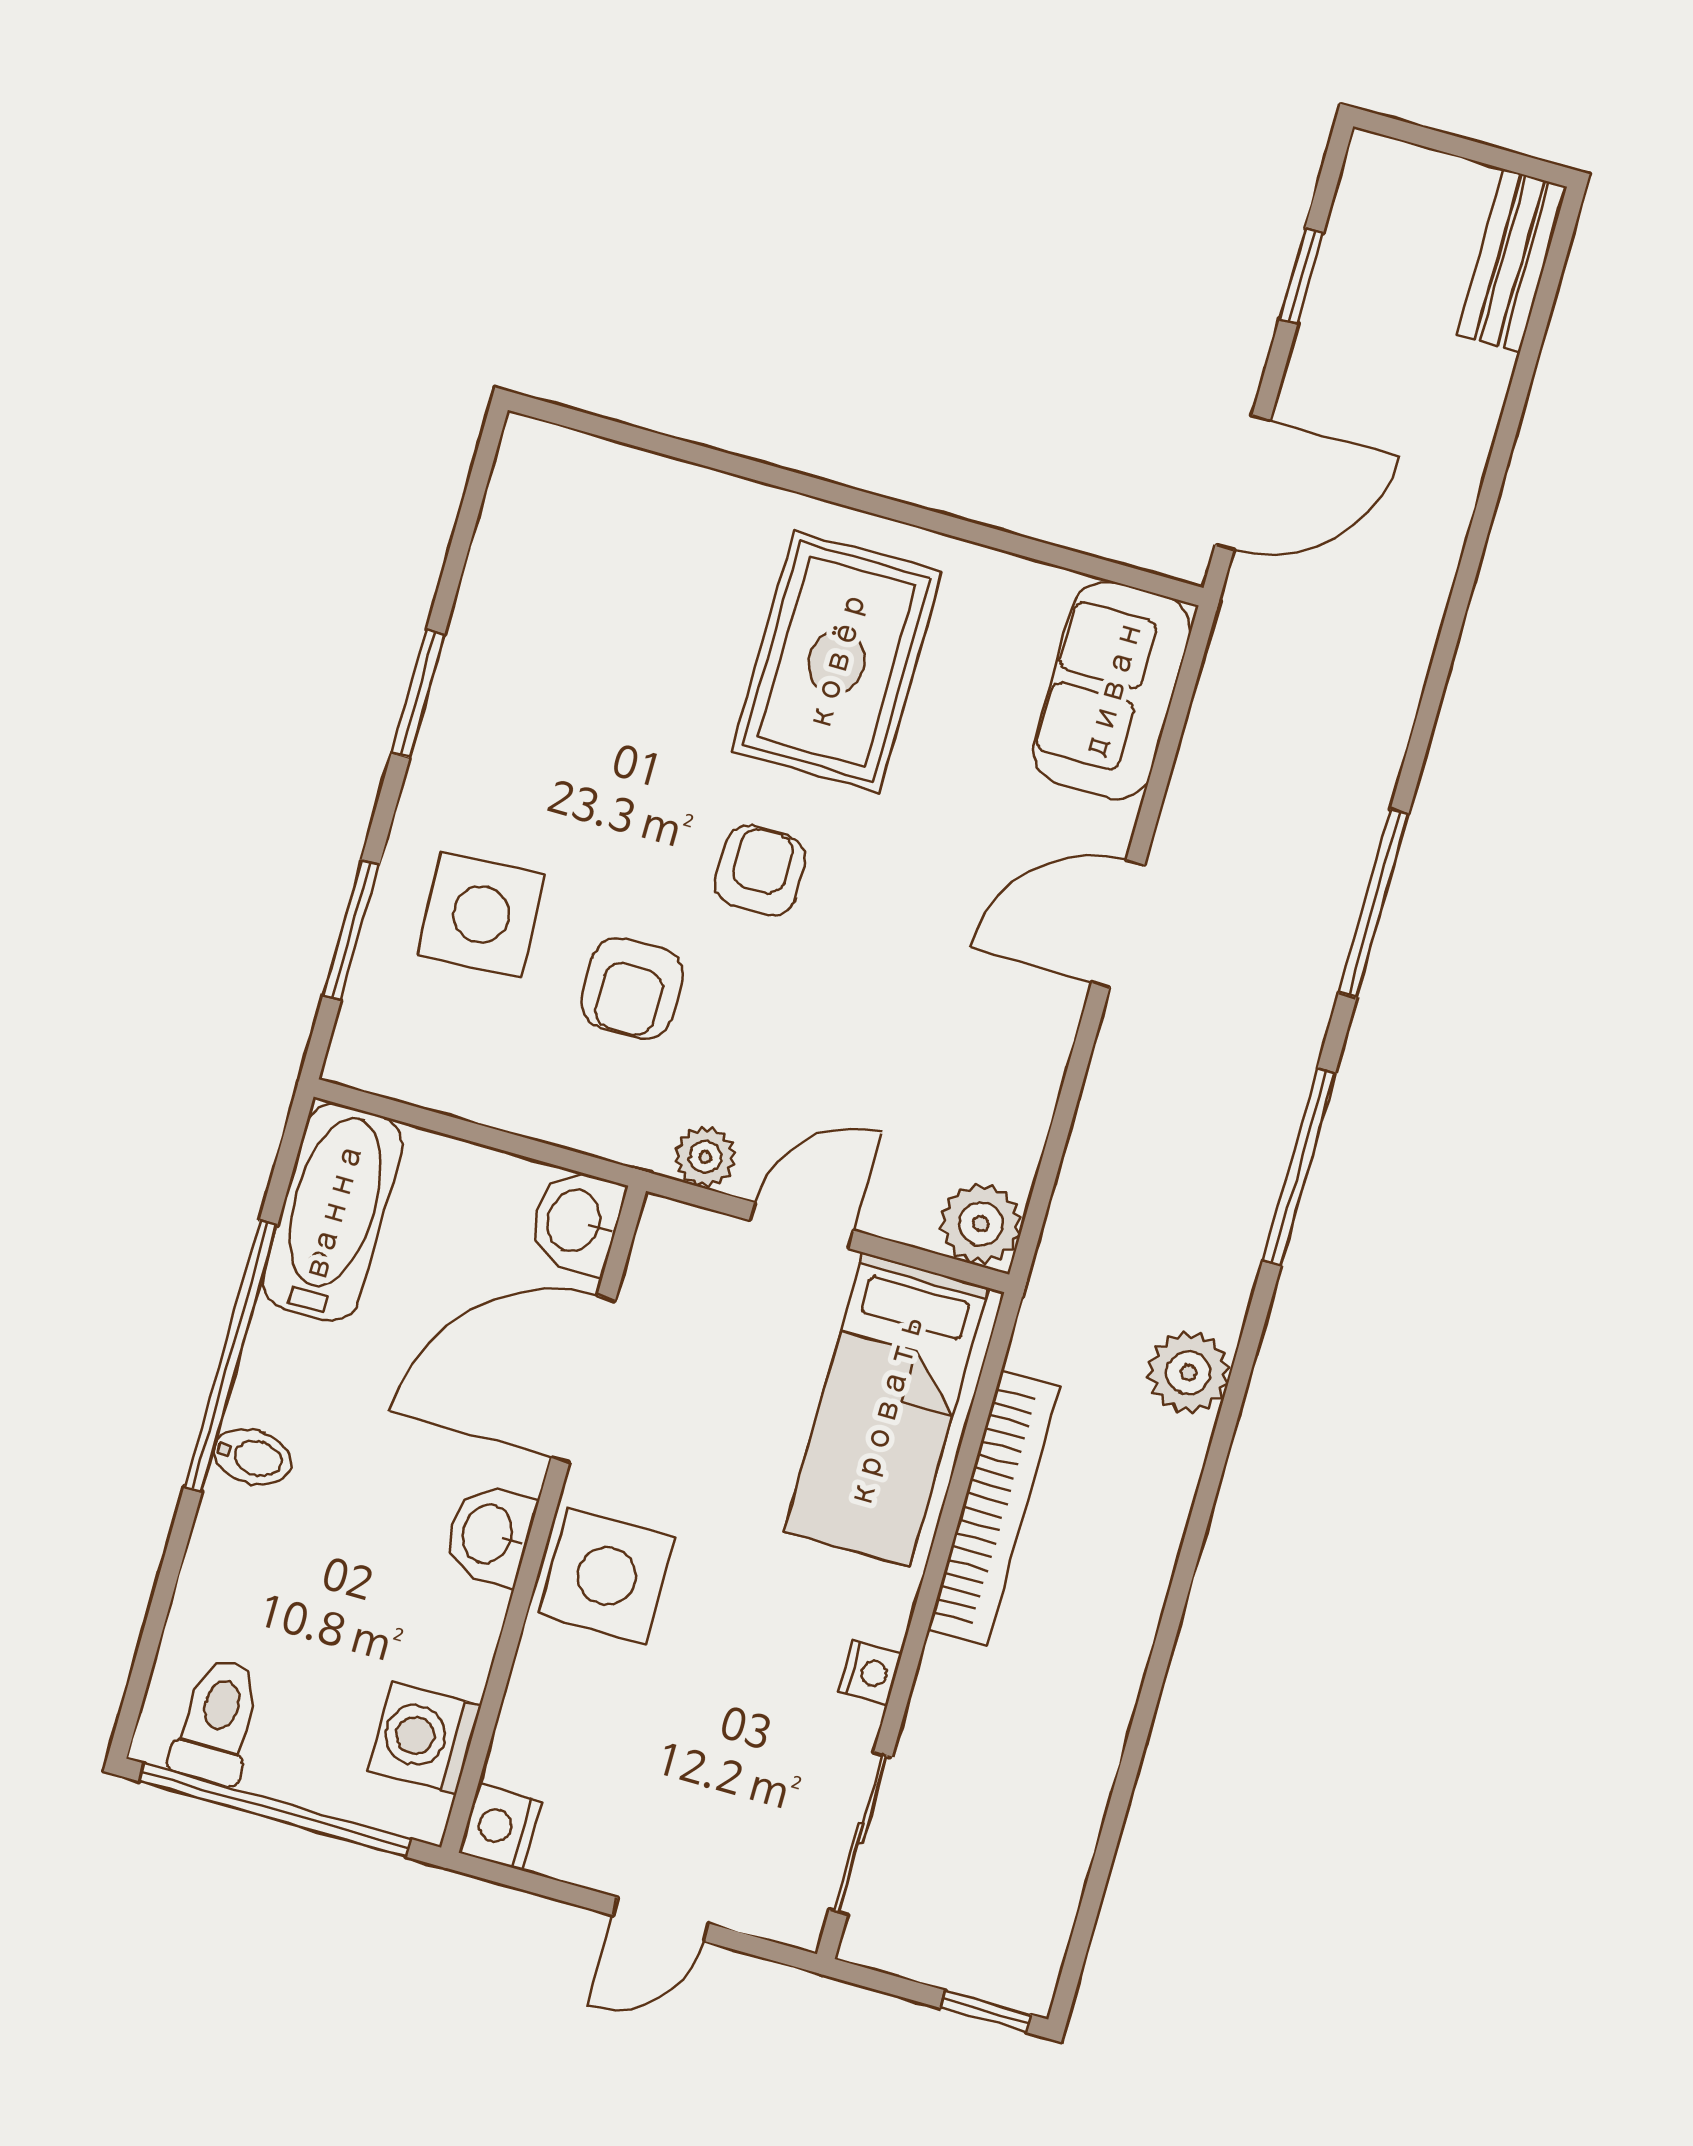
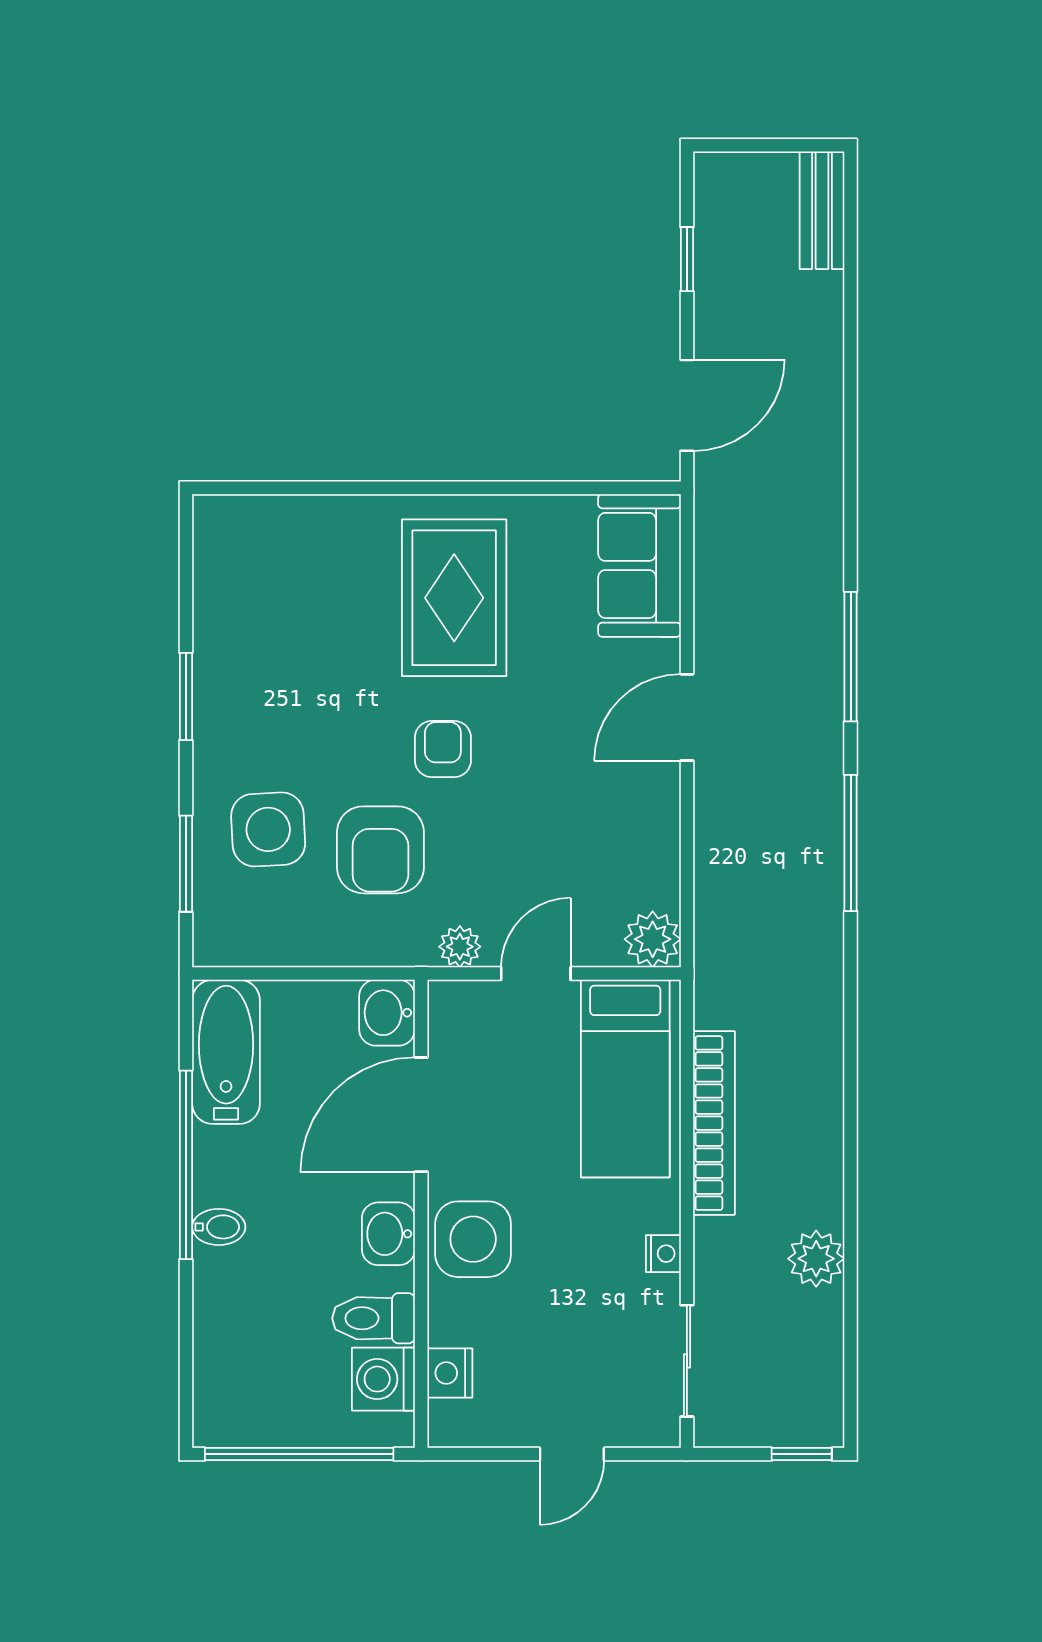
armchair: (632, 988) -> (380, 850), width x1.38, depth x1.38
plant: (1188, 1372) -> (816, 1259), moved
toilet: (217, 1721) -> (374, 1318), moved, turned -90
nightstand: (500, 1827) -> (450, 1373), moved

